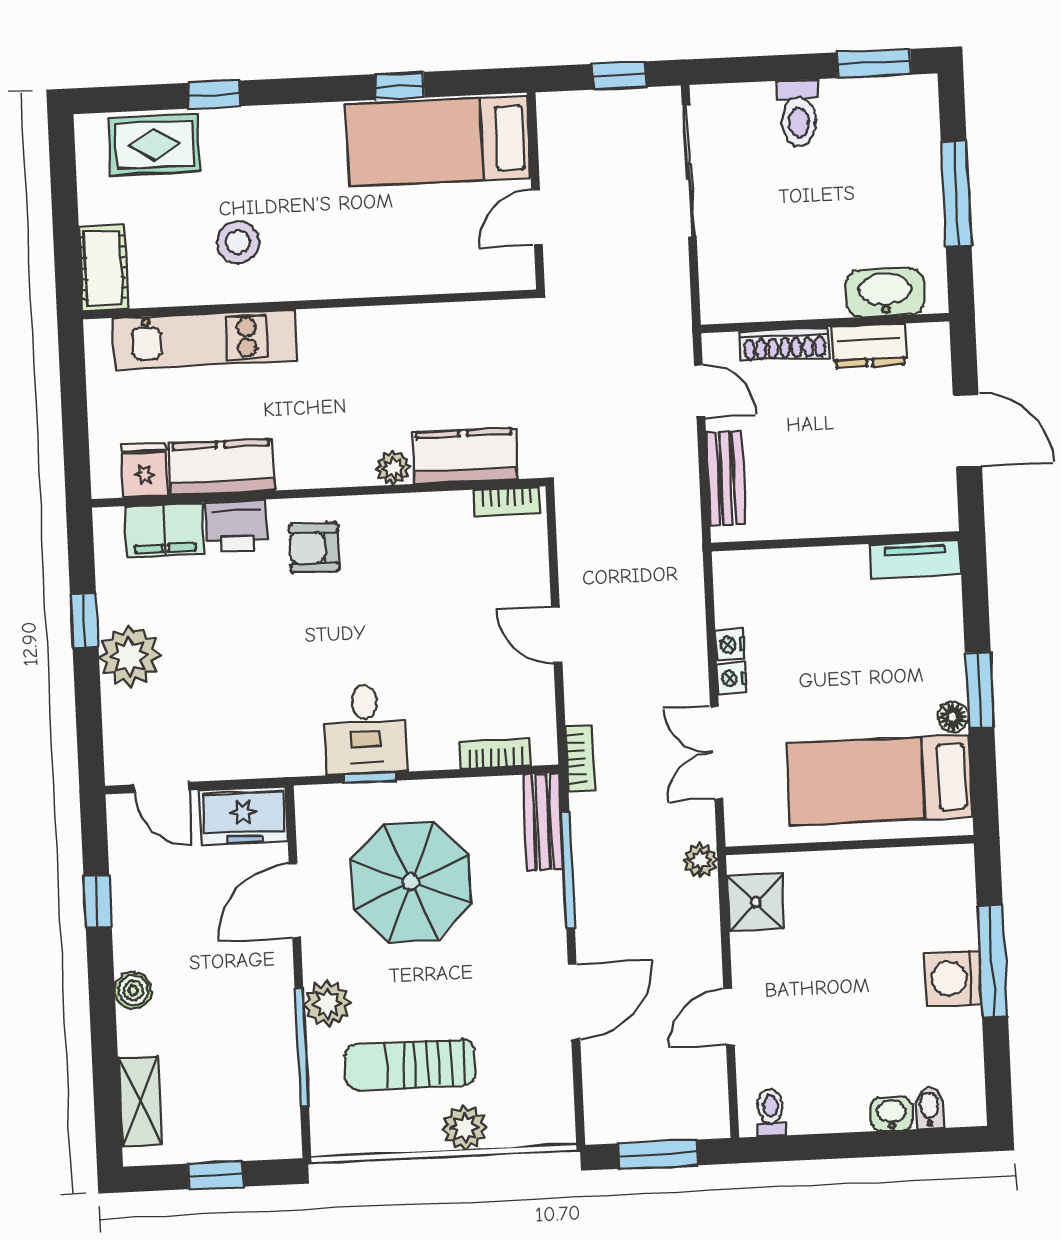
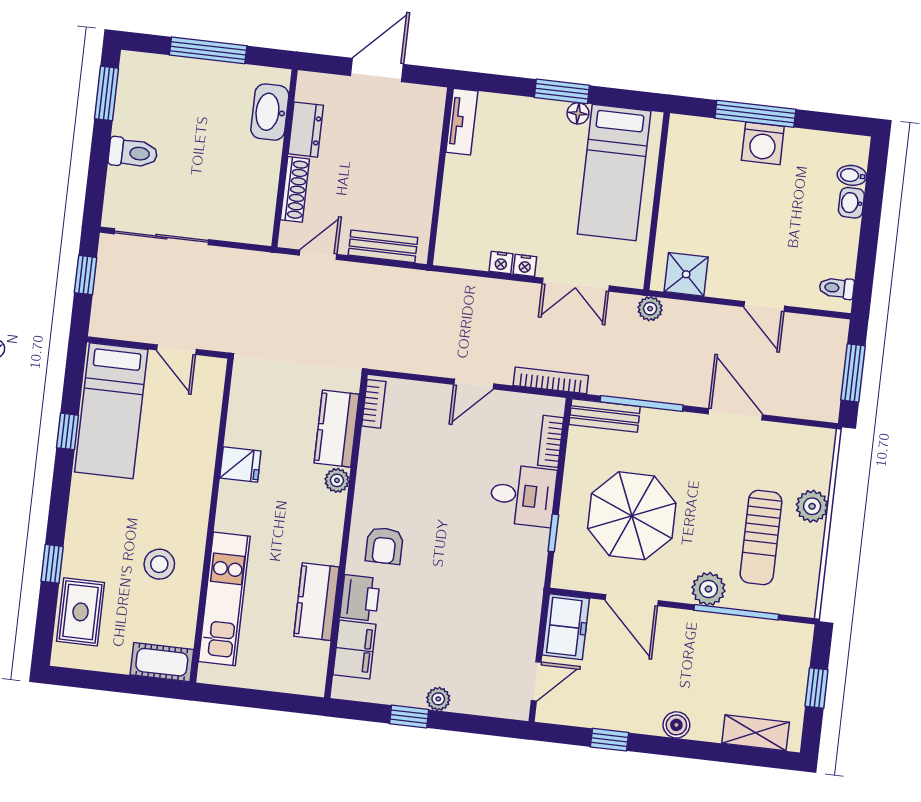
fridge: (144, 470) -> (240, 464), moved, turned 180
plant: (130, 656) -> (438, 699), width x0.53, depth x0.53
desk: (365, 730) -> (523, 496), moved
bookcase: (580, 758) -> (551, 380), width x1.56

